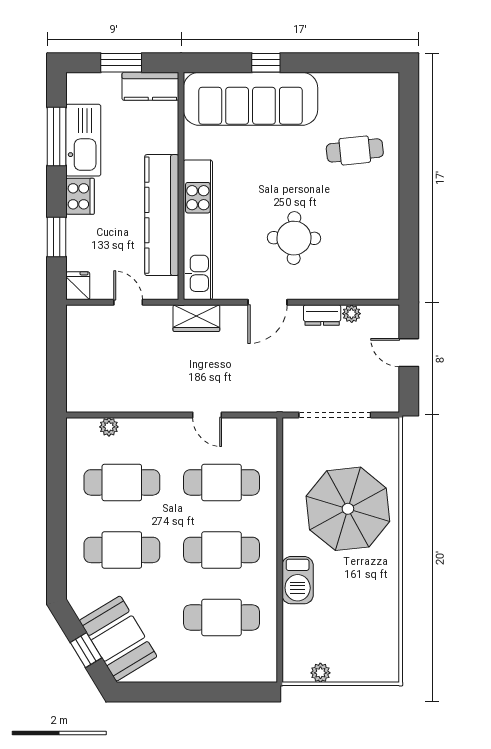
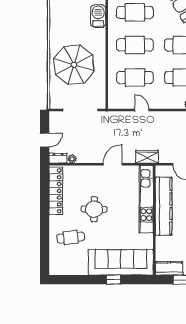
round table: (294, 238) -> (94, 209), moved
locker: (385, 247) -> (56, 191), added
dresser: (322, 315) -> (58, 158), moved
door: (409, 353) -> (45, 140), hinge flipped
barbecue: (298, 580) -> (98, 16), moved

